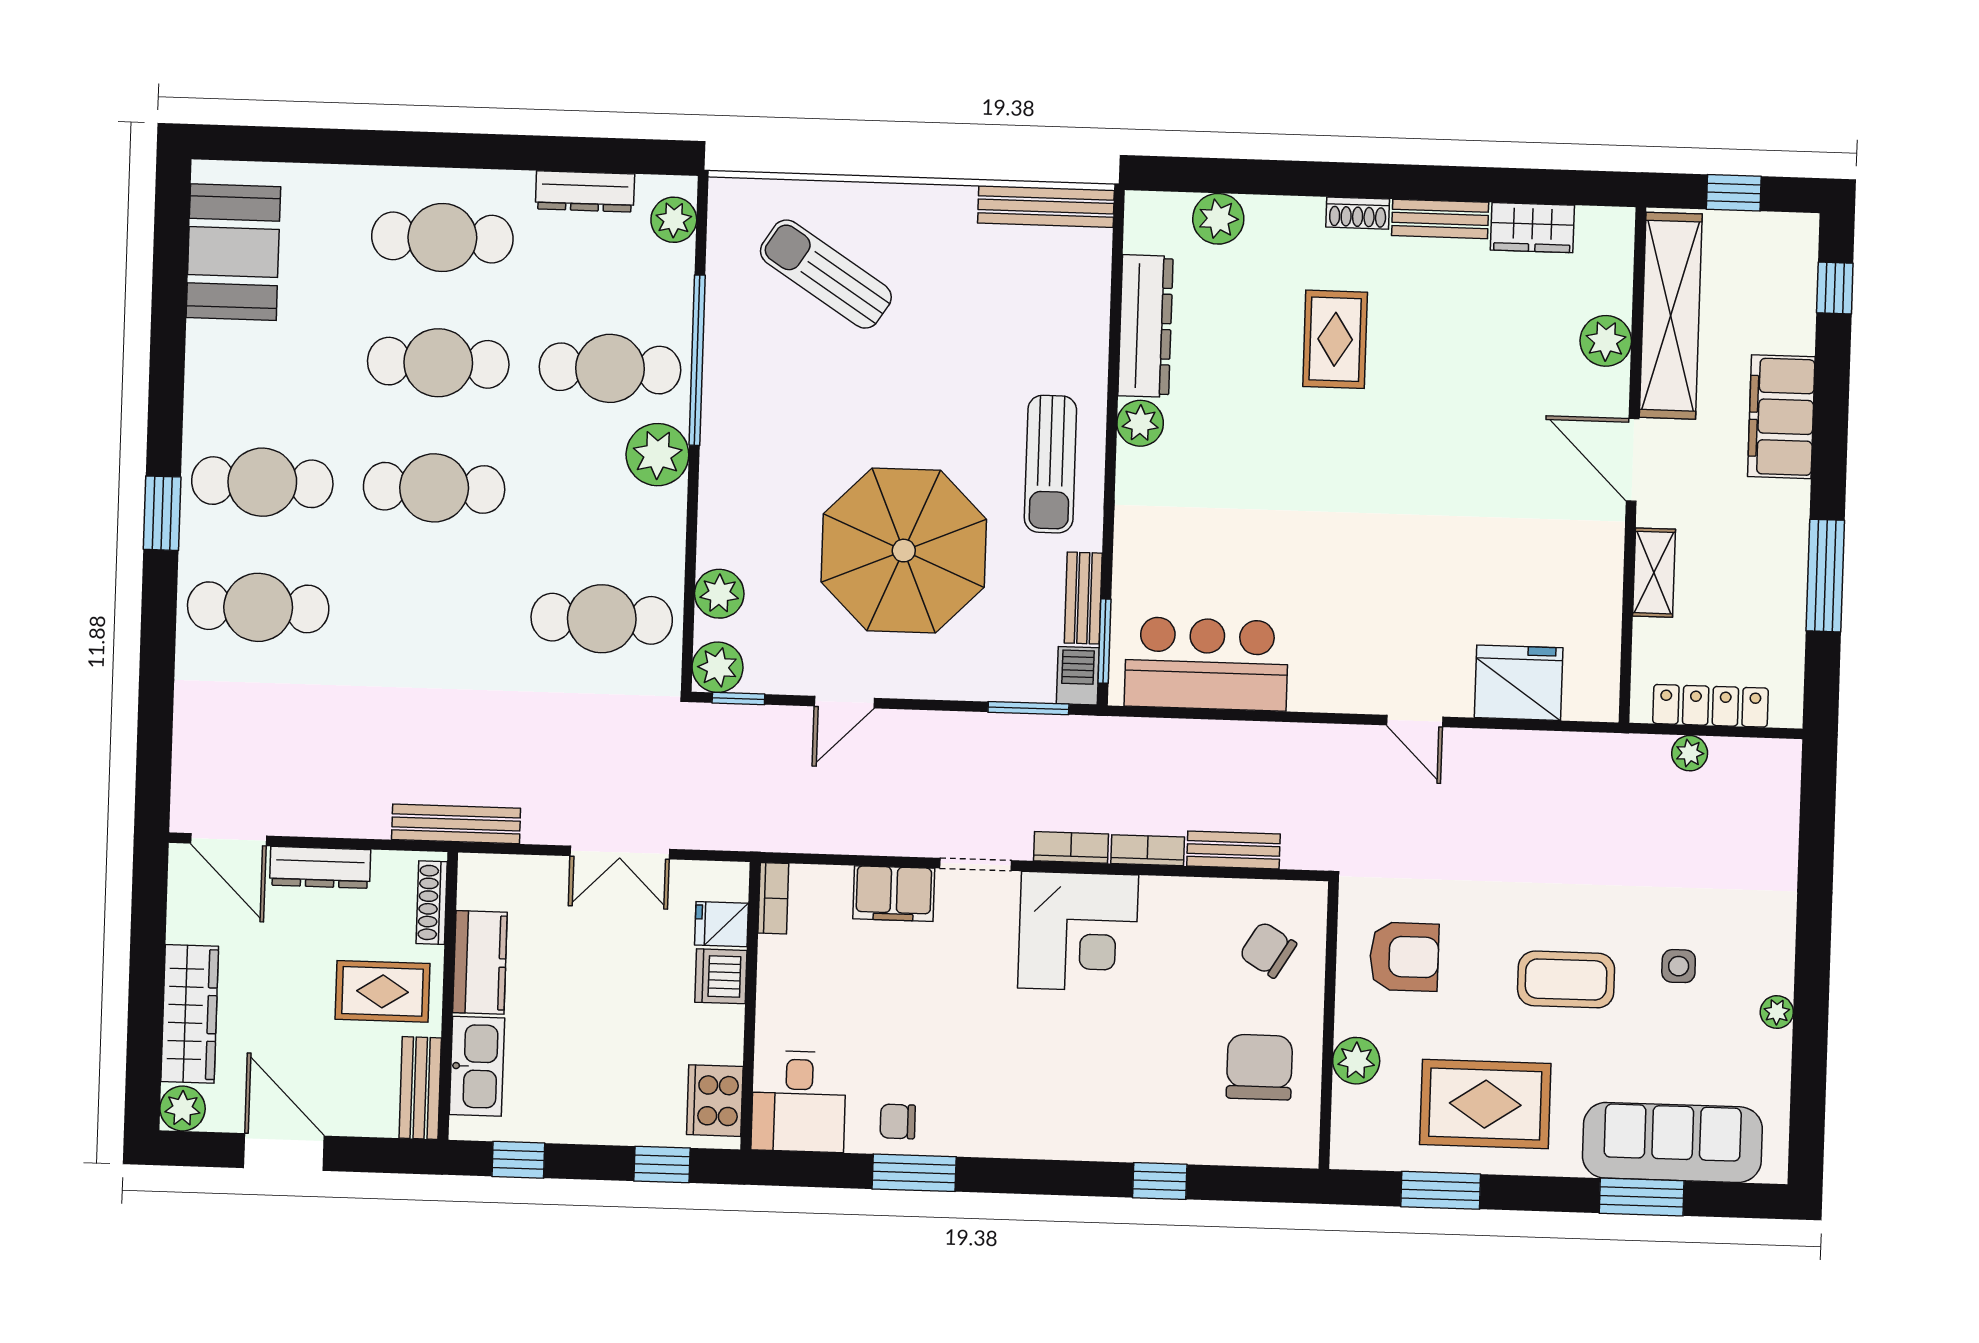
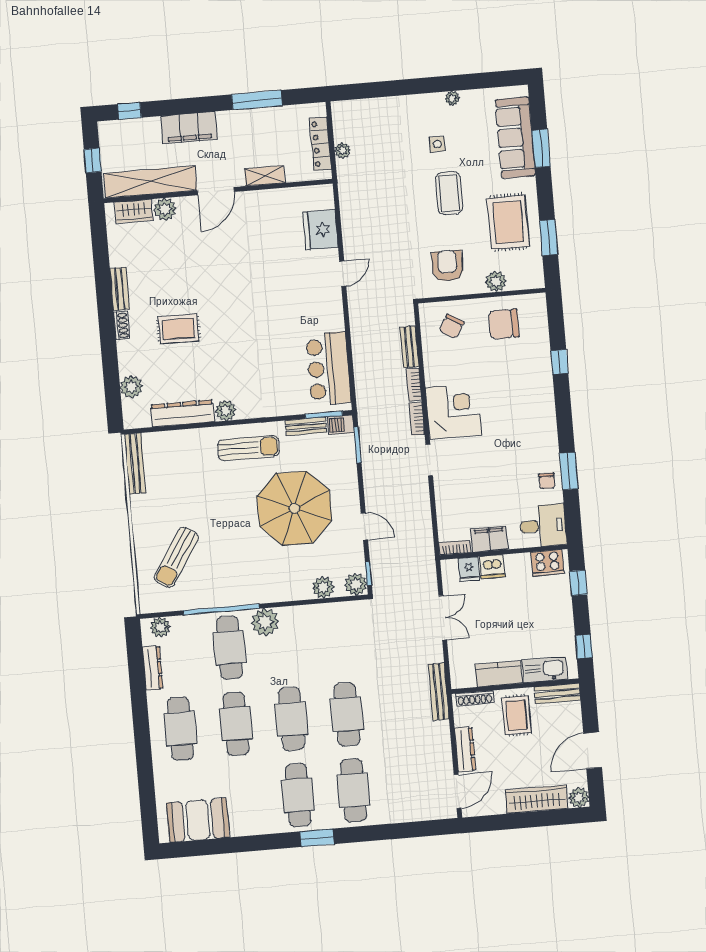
wardrobe: (1532, 228) -> (134, 211), moved, turned 90
cafe table: (602, 619) -> (347, 714), moved
filing cabinet: (894, 894) -> (489, 539), moved, turned -90

